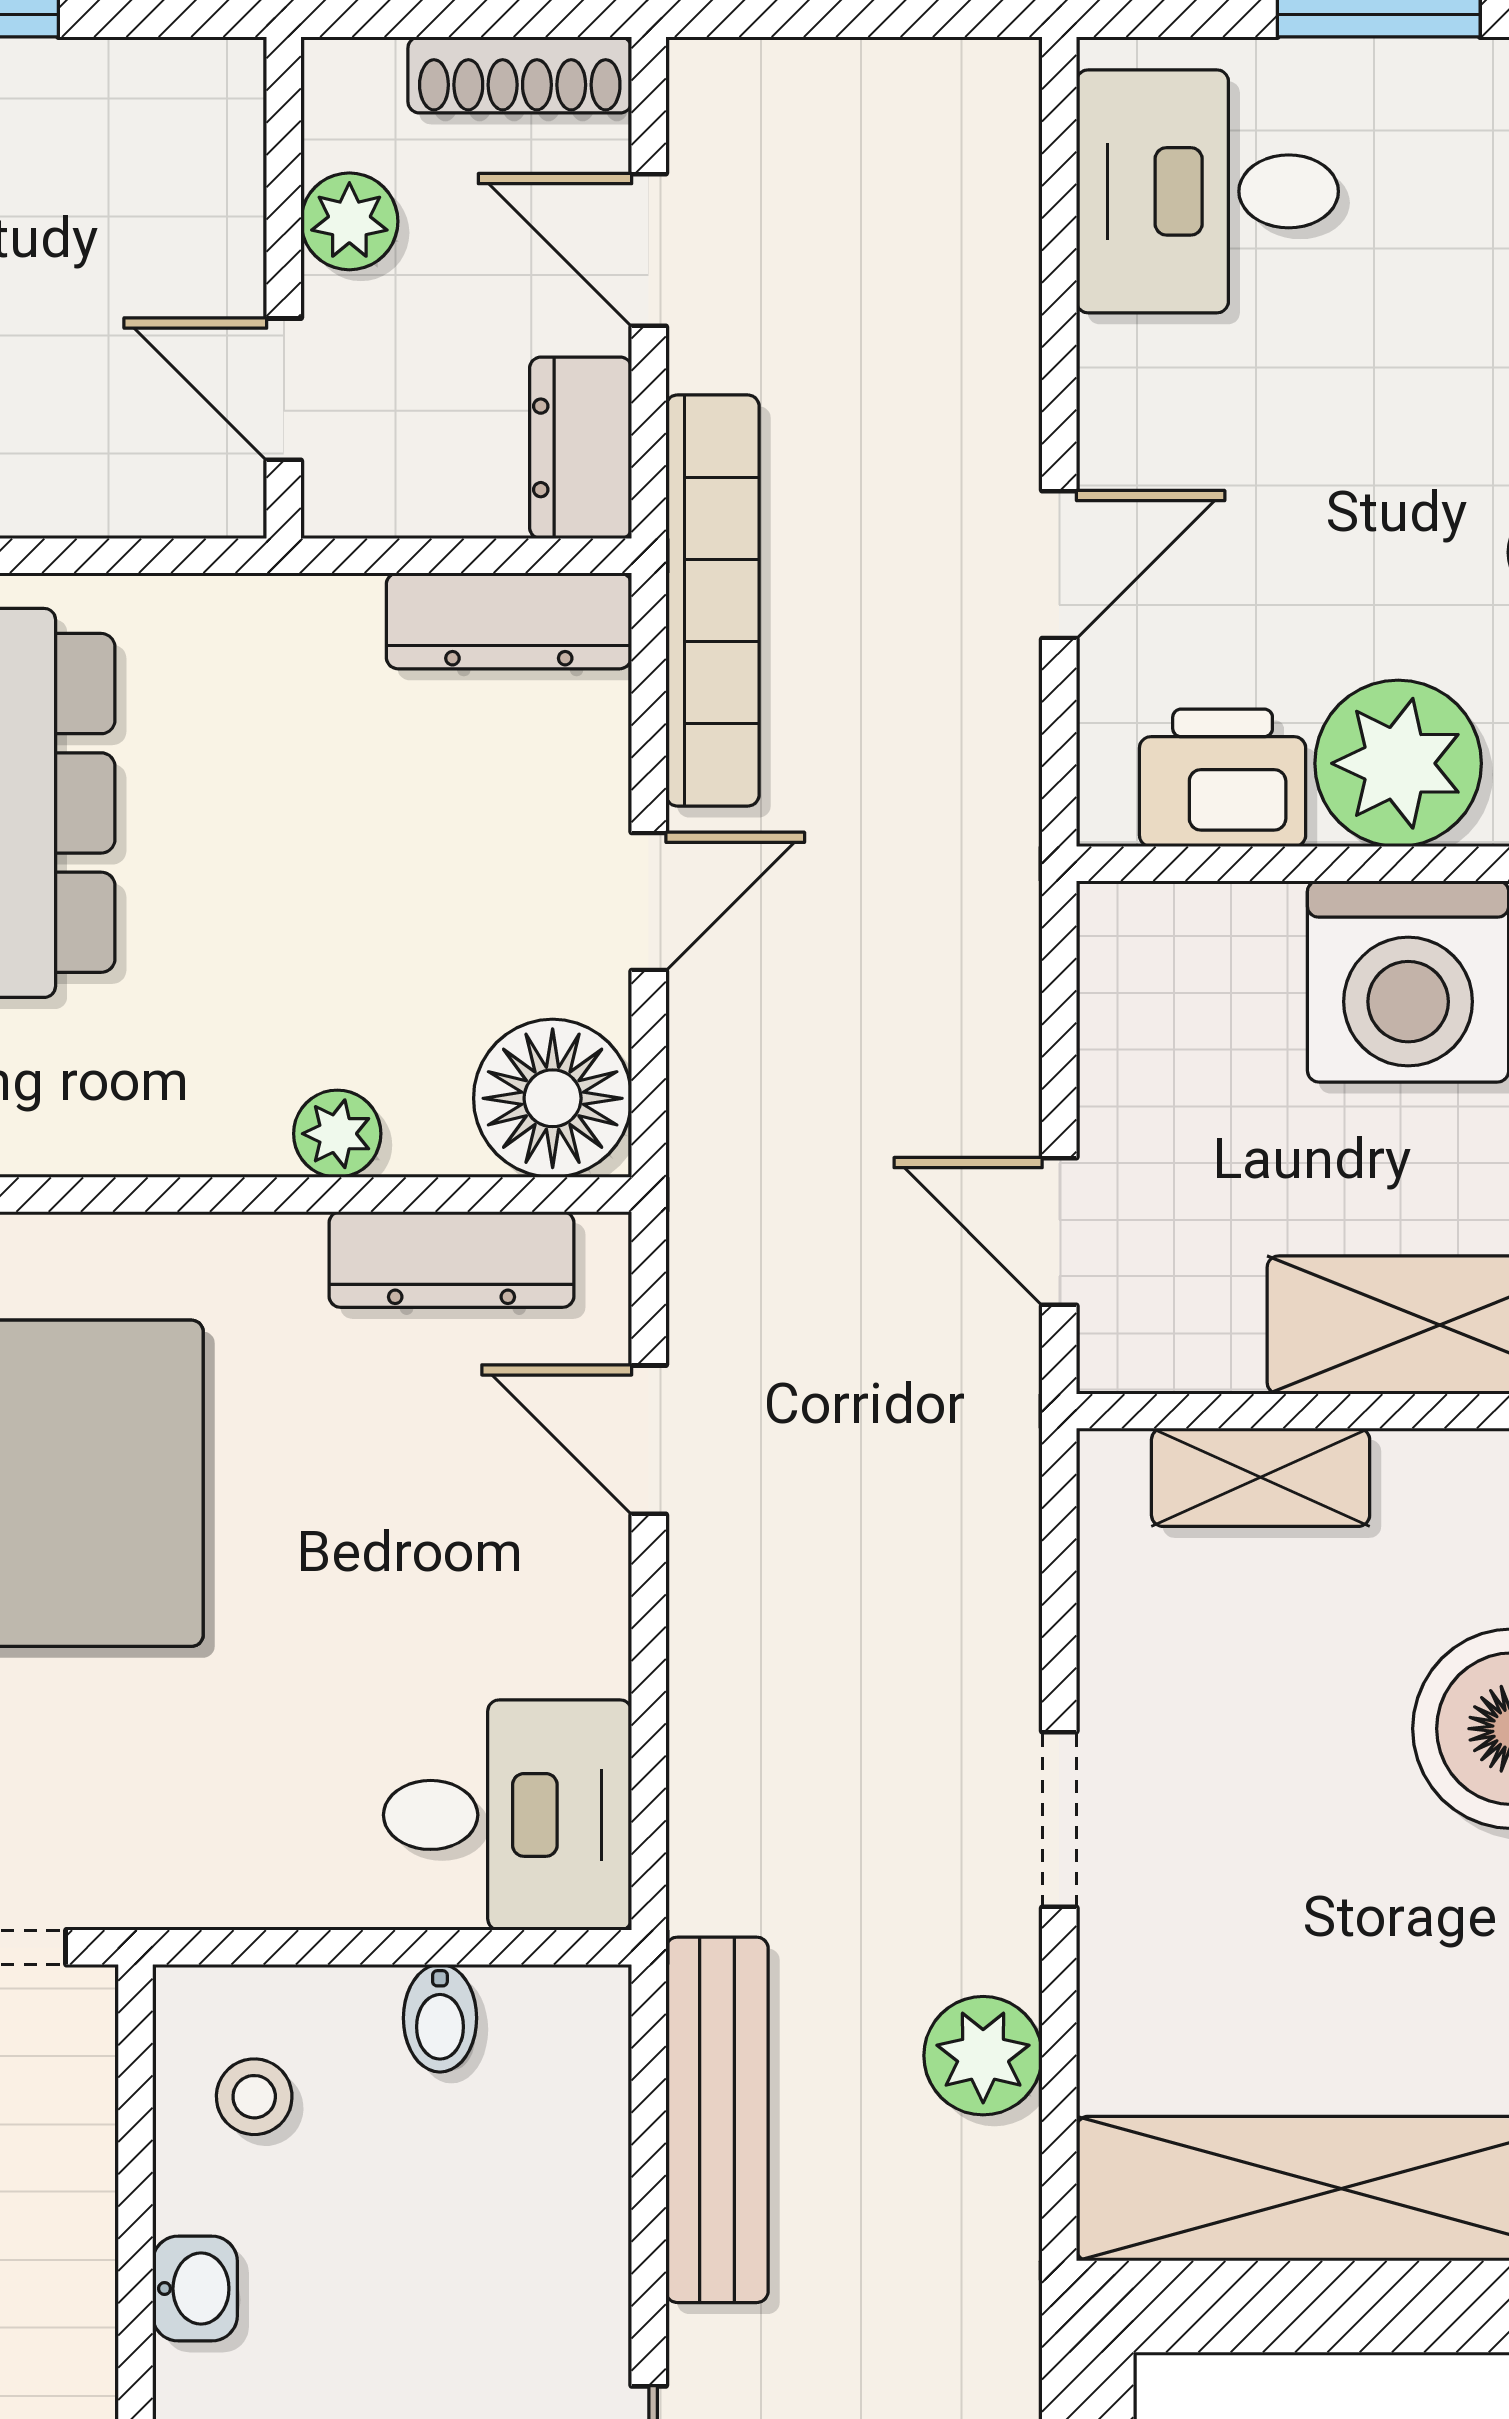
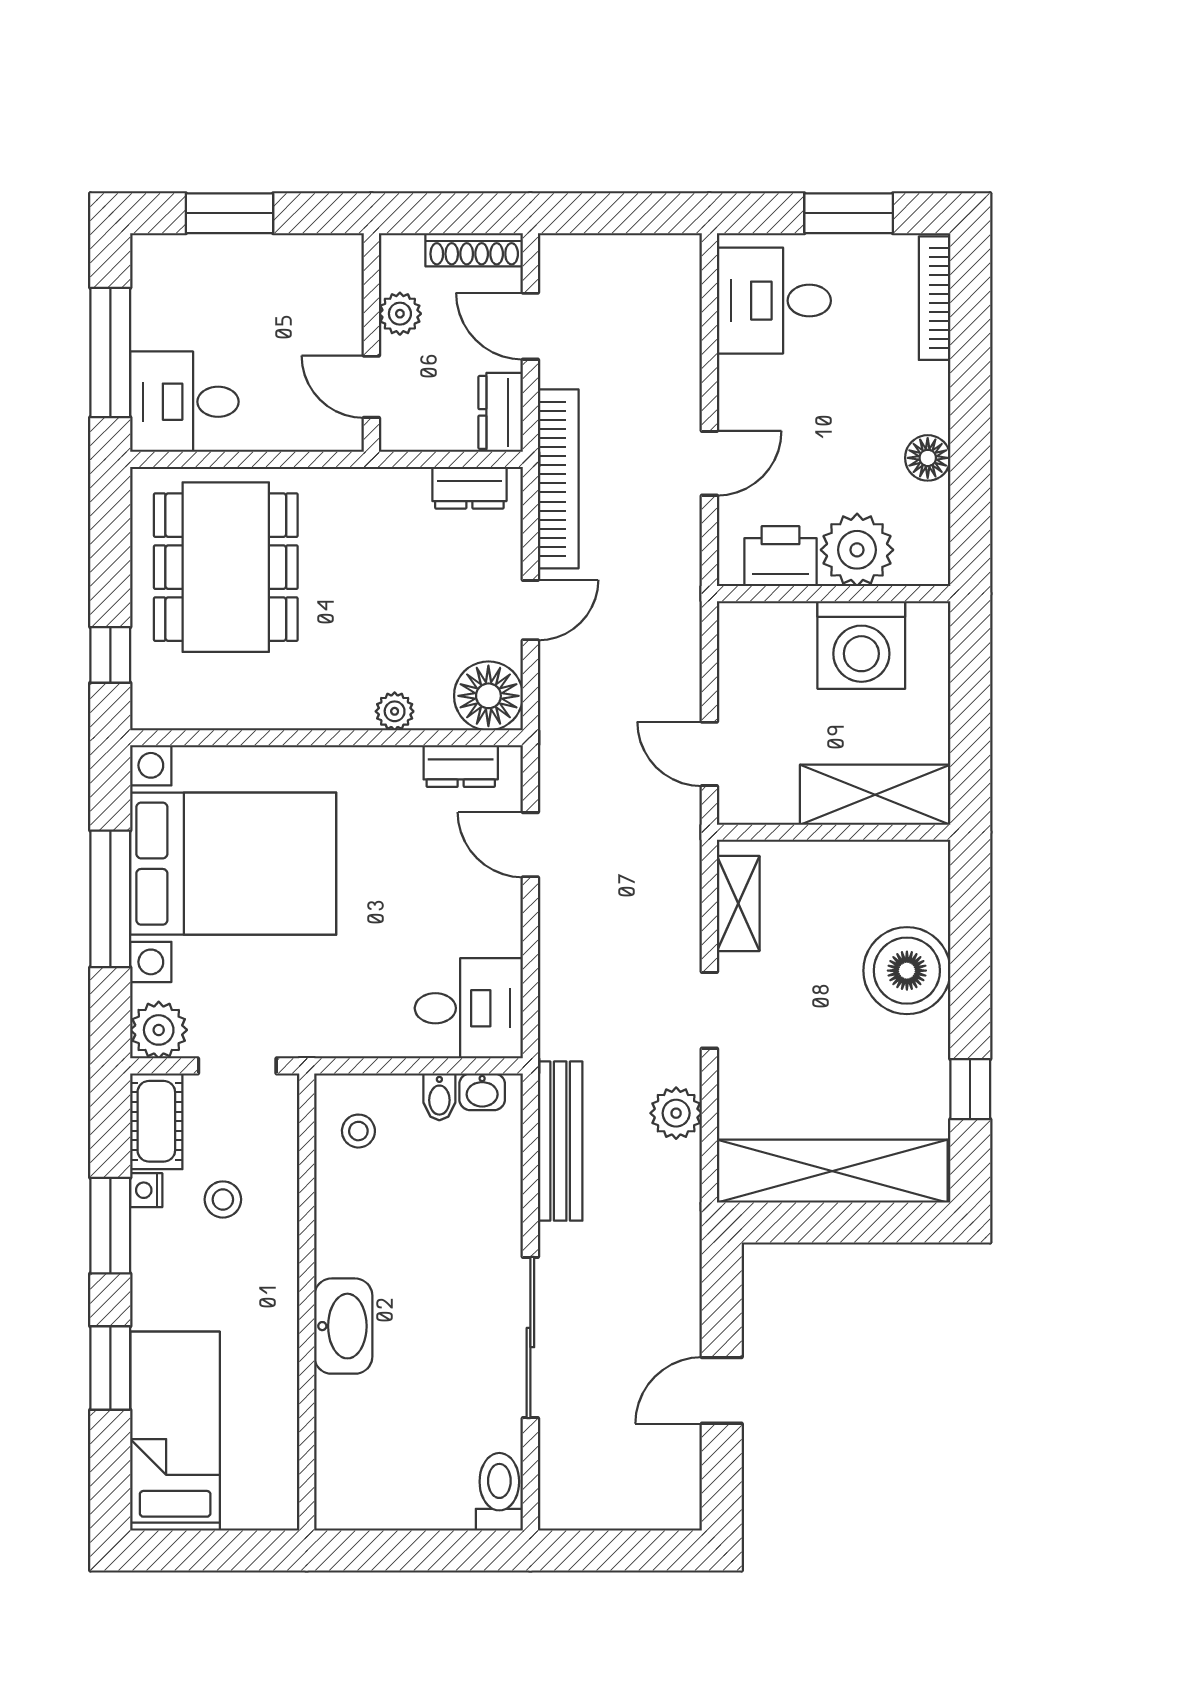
dresser: (509, 621) -> (469, 488), width x0.70
dresser: (452, 1259) -> (461, 766), width x0.70
shelving: (1261, 1477) -> (738, 903), moved, turned 90
washbasin: (195, 2289) -> (482, 1092), moved, turned 90

